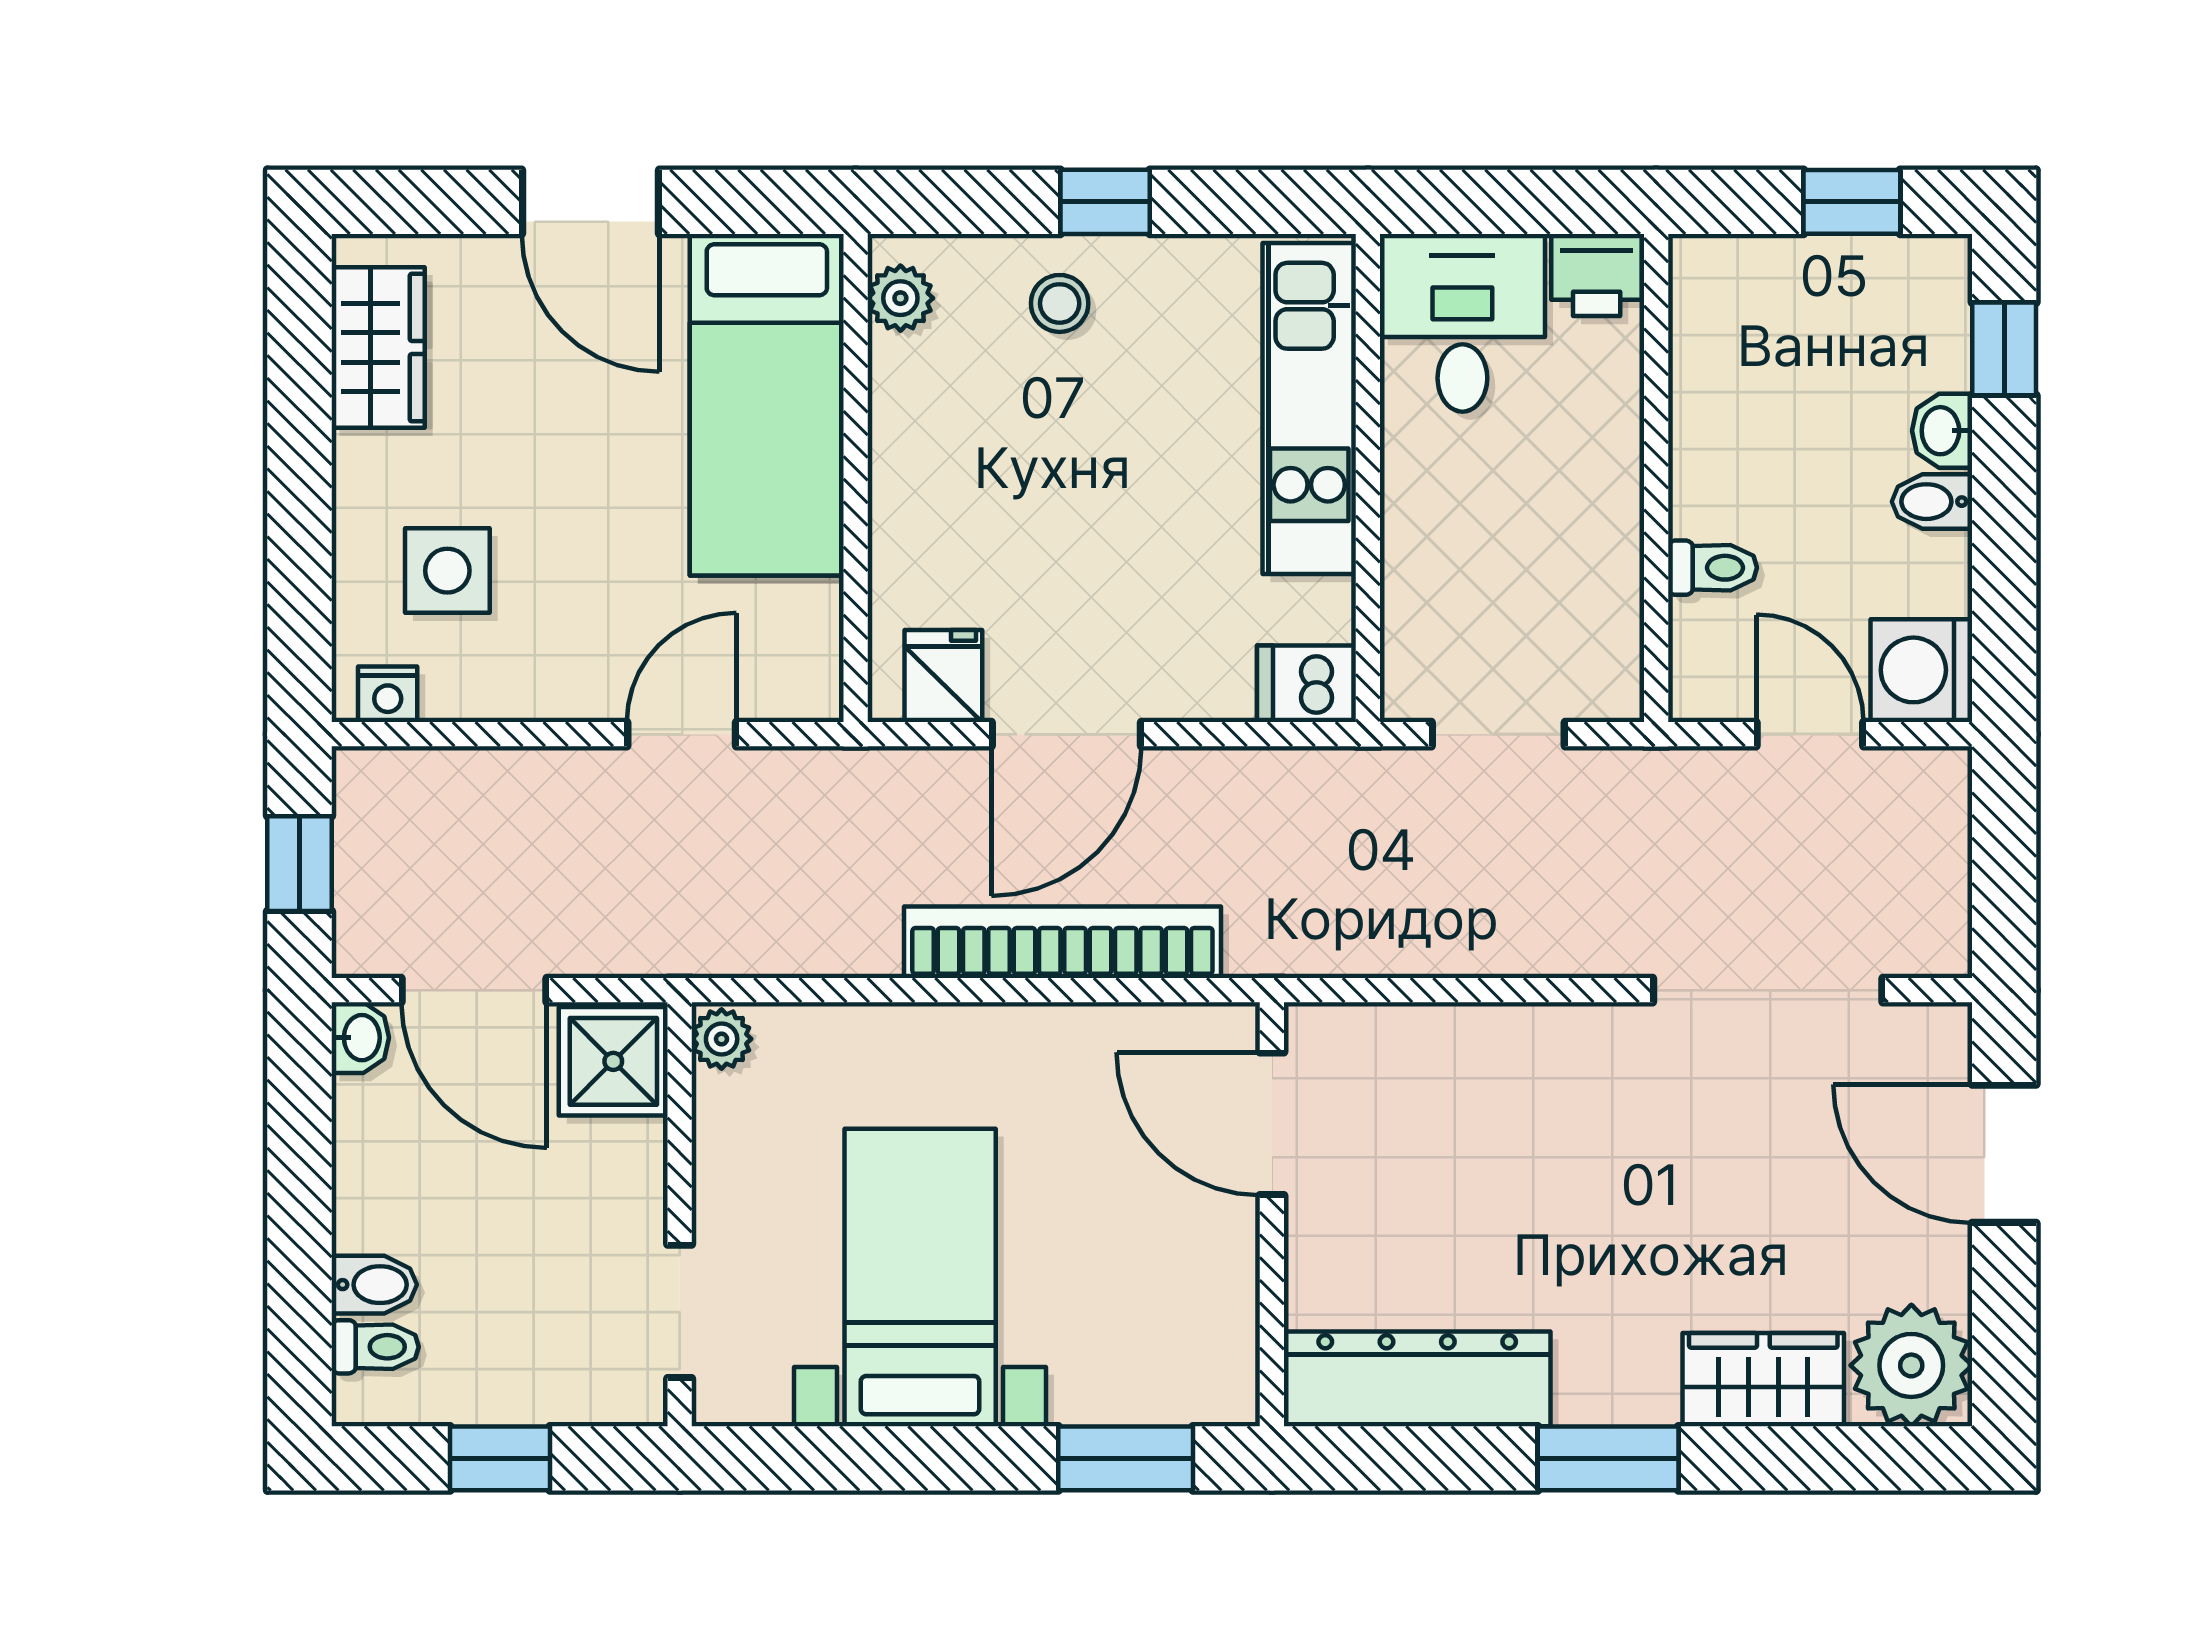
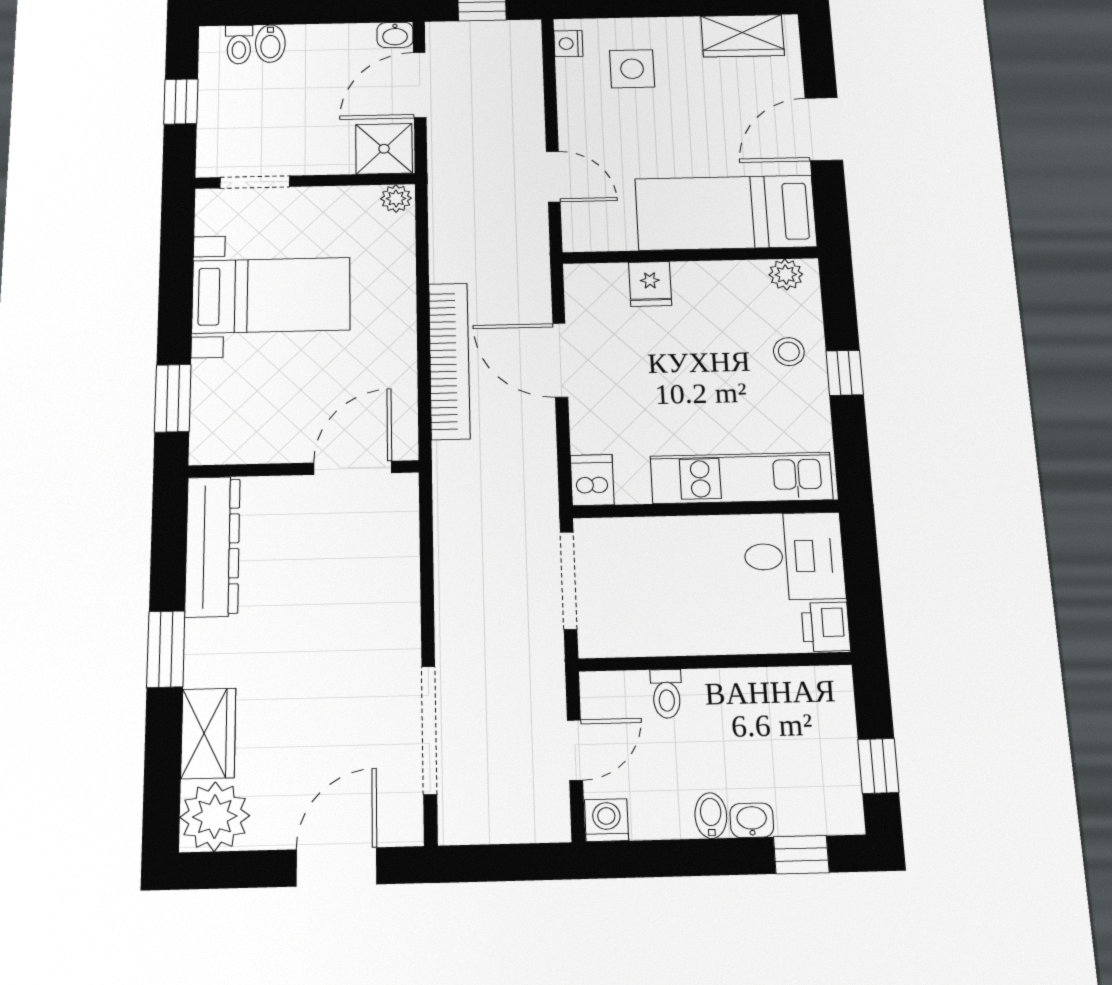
washing machine: (1921, 670) -> (607, 820), width x0.73, depth x0.73
fridge: (943, 676) -> (650, 284), moved, turned 90
doorway: (1498, 734) -> (569, 581), width x1.38

